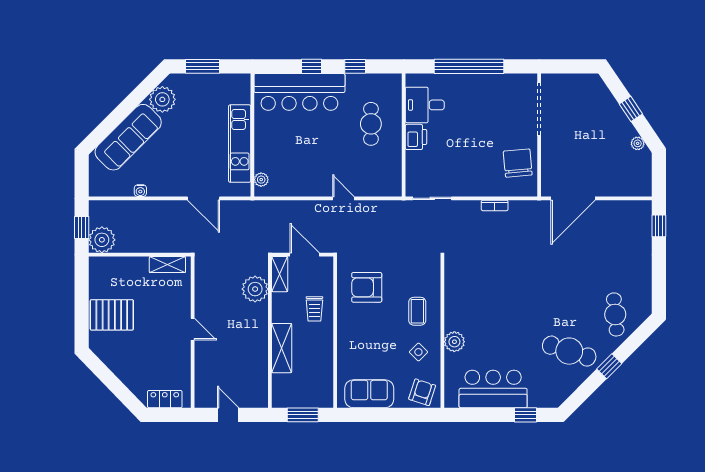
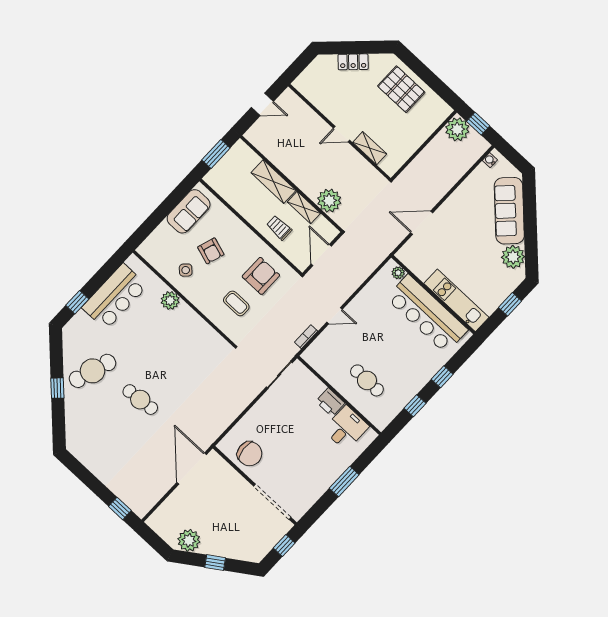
window: (202, 66) -> (510, 304), width x0.67
window: (469, 66) -> (344, 481), width x0.47
window: (565, 66) -> (284, 546), added
bar counter: (299, 92) -> (427, 314), moved, turned -90
plant: (638, 143) -> (189, 540), width x1.87, depth x1.87
kitchen unit: (240, 144) -> (456, 300), moved
water cooler: (140, 191) -> (490, 160), moved
bookcase: (495, 205) -> (306, 337), moved
door: (305, 255) -> (321, 255), swing flipped
shelving: (167, 265) -> (370, 148), moved, turned 90
shelving: (280, 274) -> (304, 208), moved
coffee table: (417, 311) -> (236, 303), moved
cafe table: (615, 314) -> (140, 400), moved
pallet: (112, 315) -> (401, 89), turned 90
armchair: (422, 392) -> (211, 251), moved
locker: (165, 399) -> (353, 62), moved, turned 46

